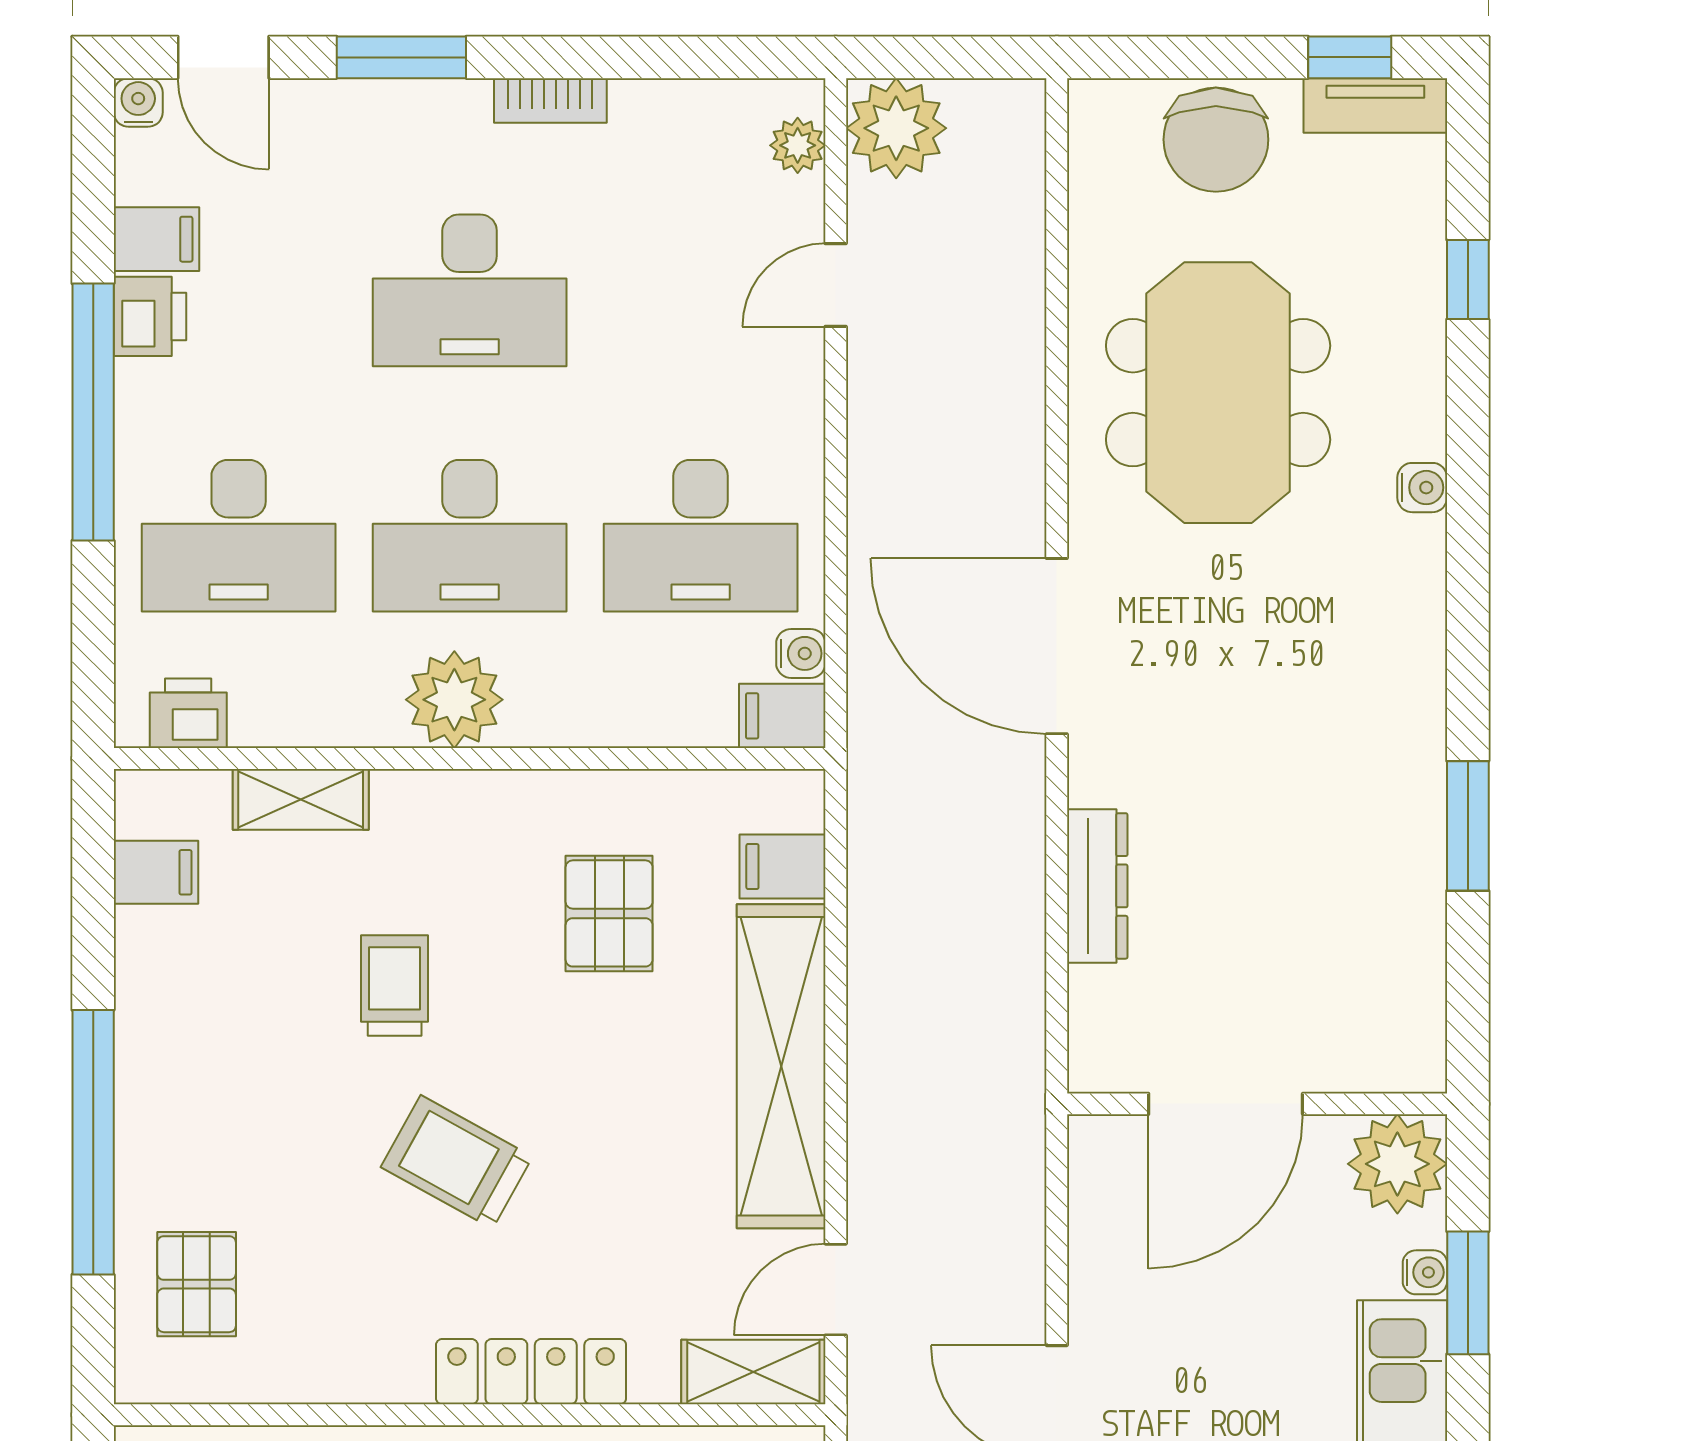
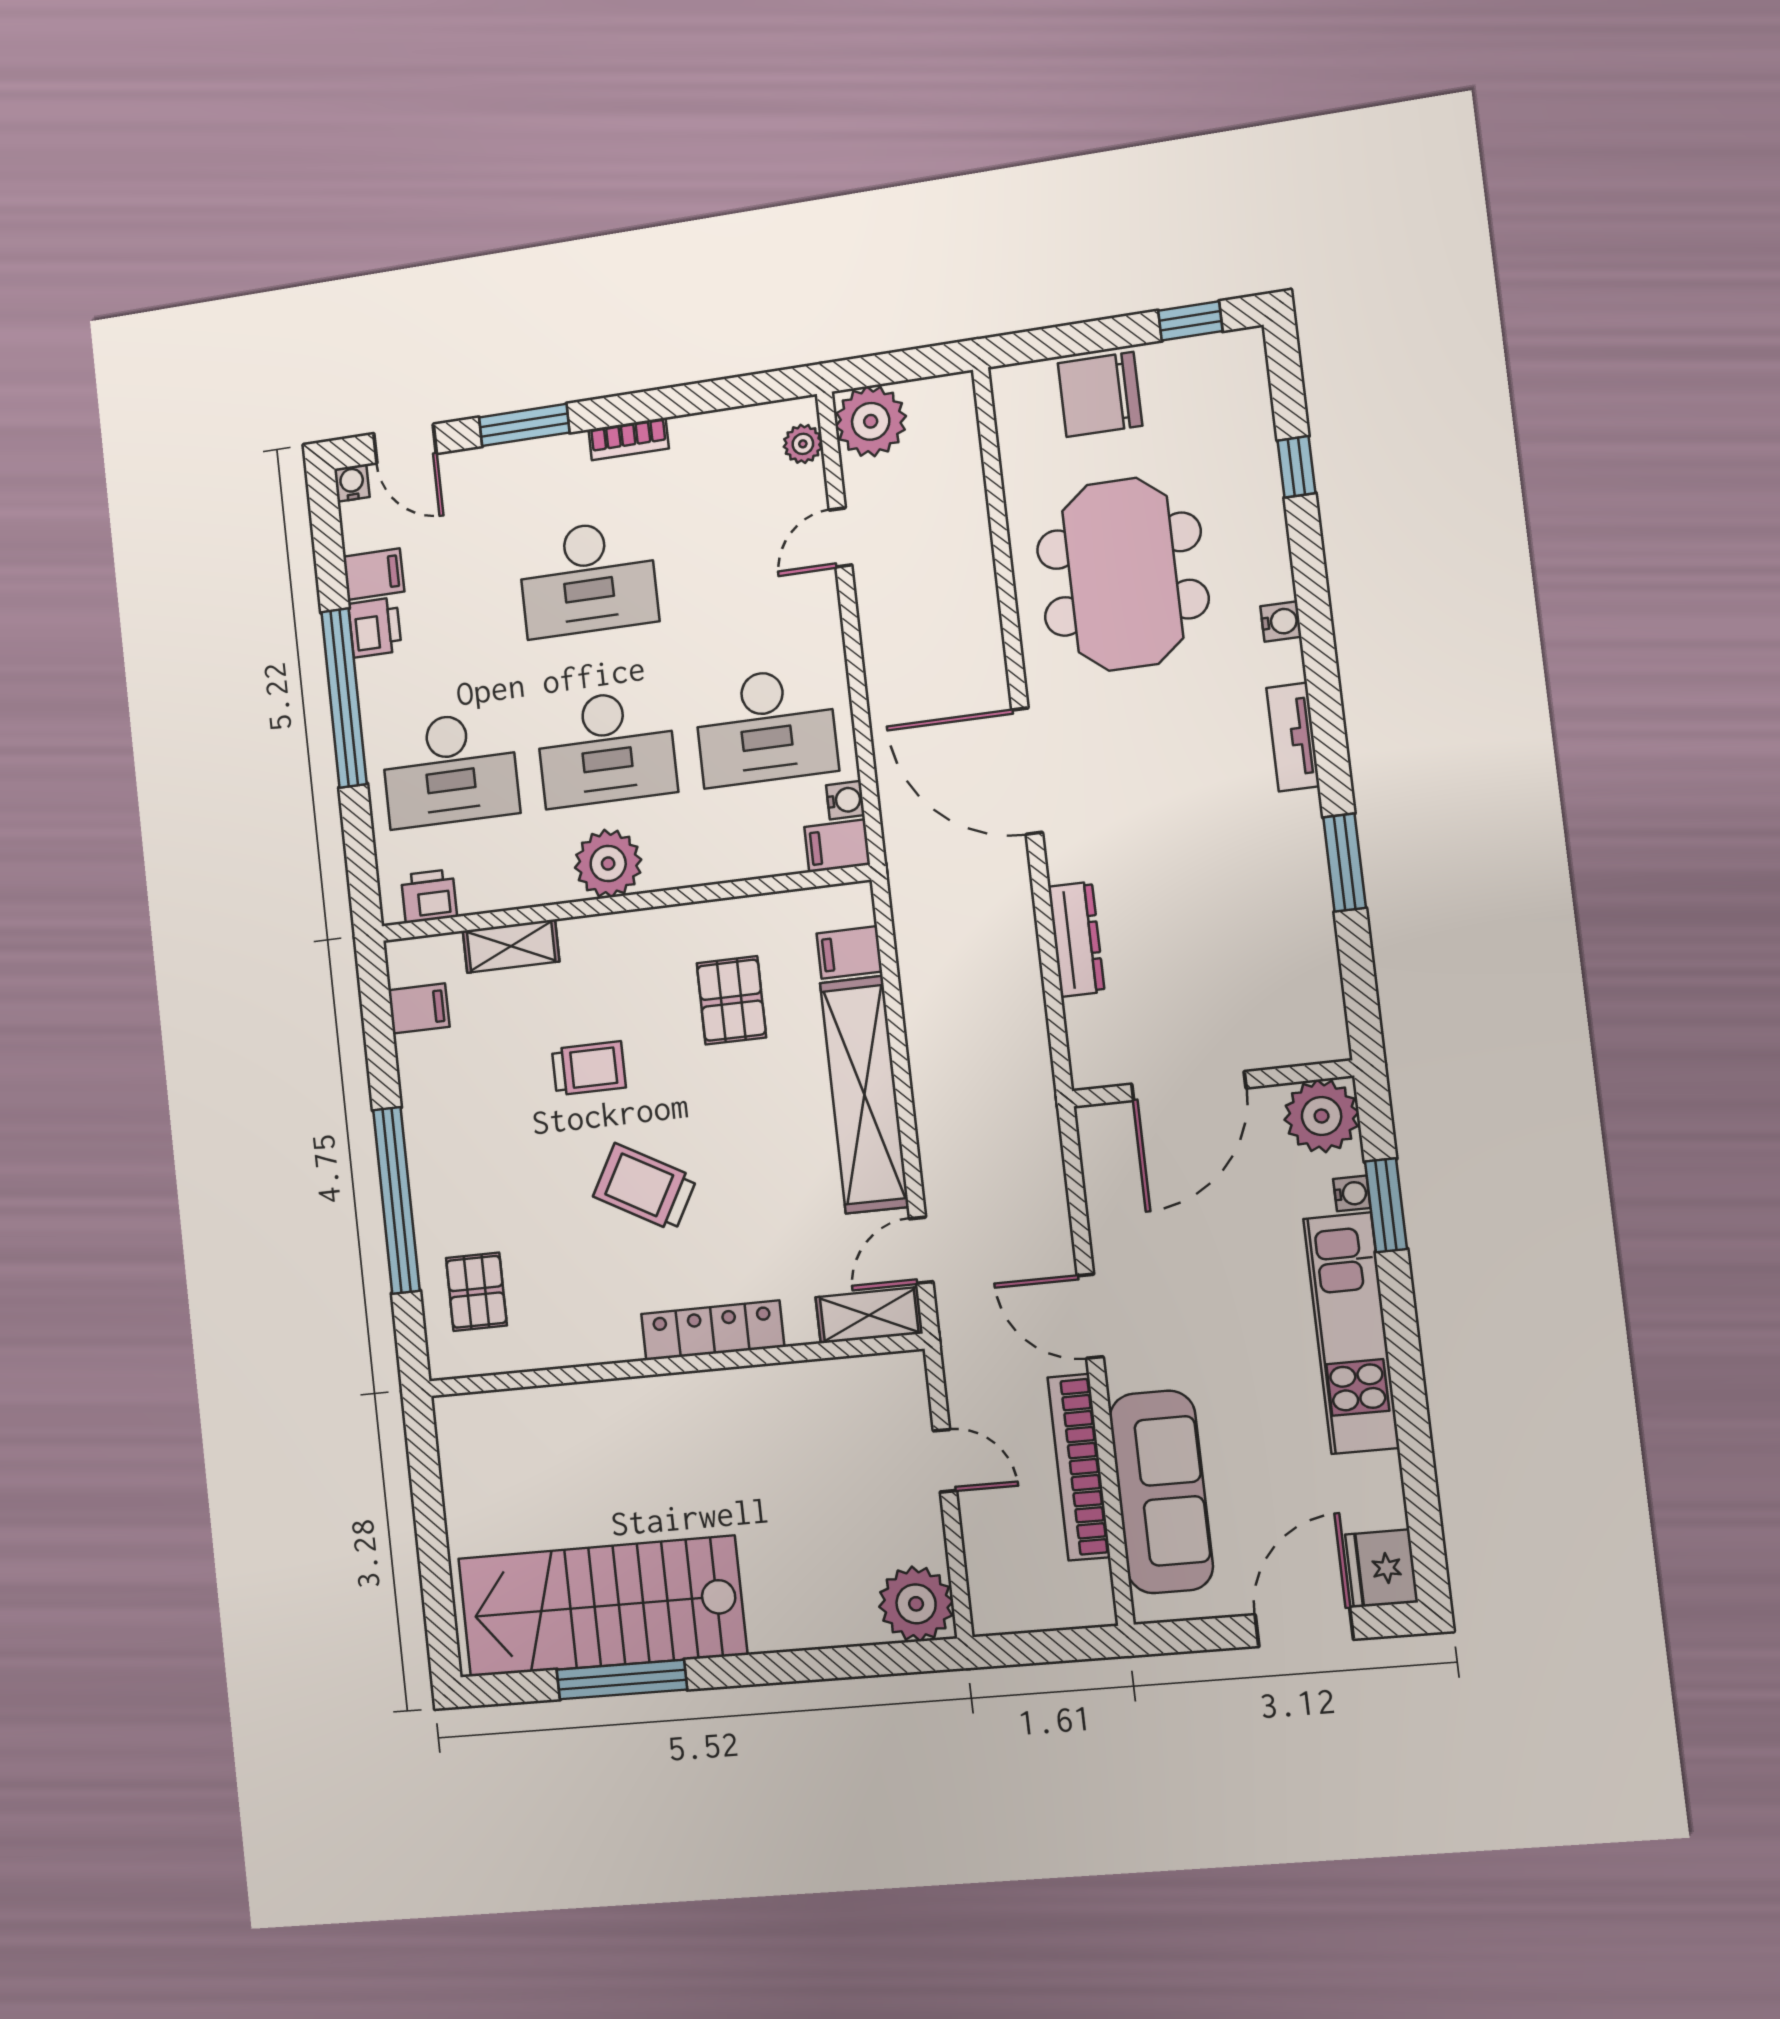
tv unit: (1375, 105) -> (1293, 737), moved, turned 90
chair: (1216, 140) -> (1100, 394), turned 90
trolley: (395, 986) -> (589, 1068), turned 90

